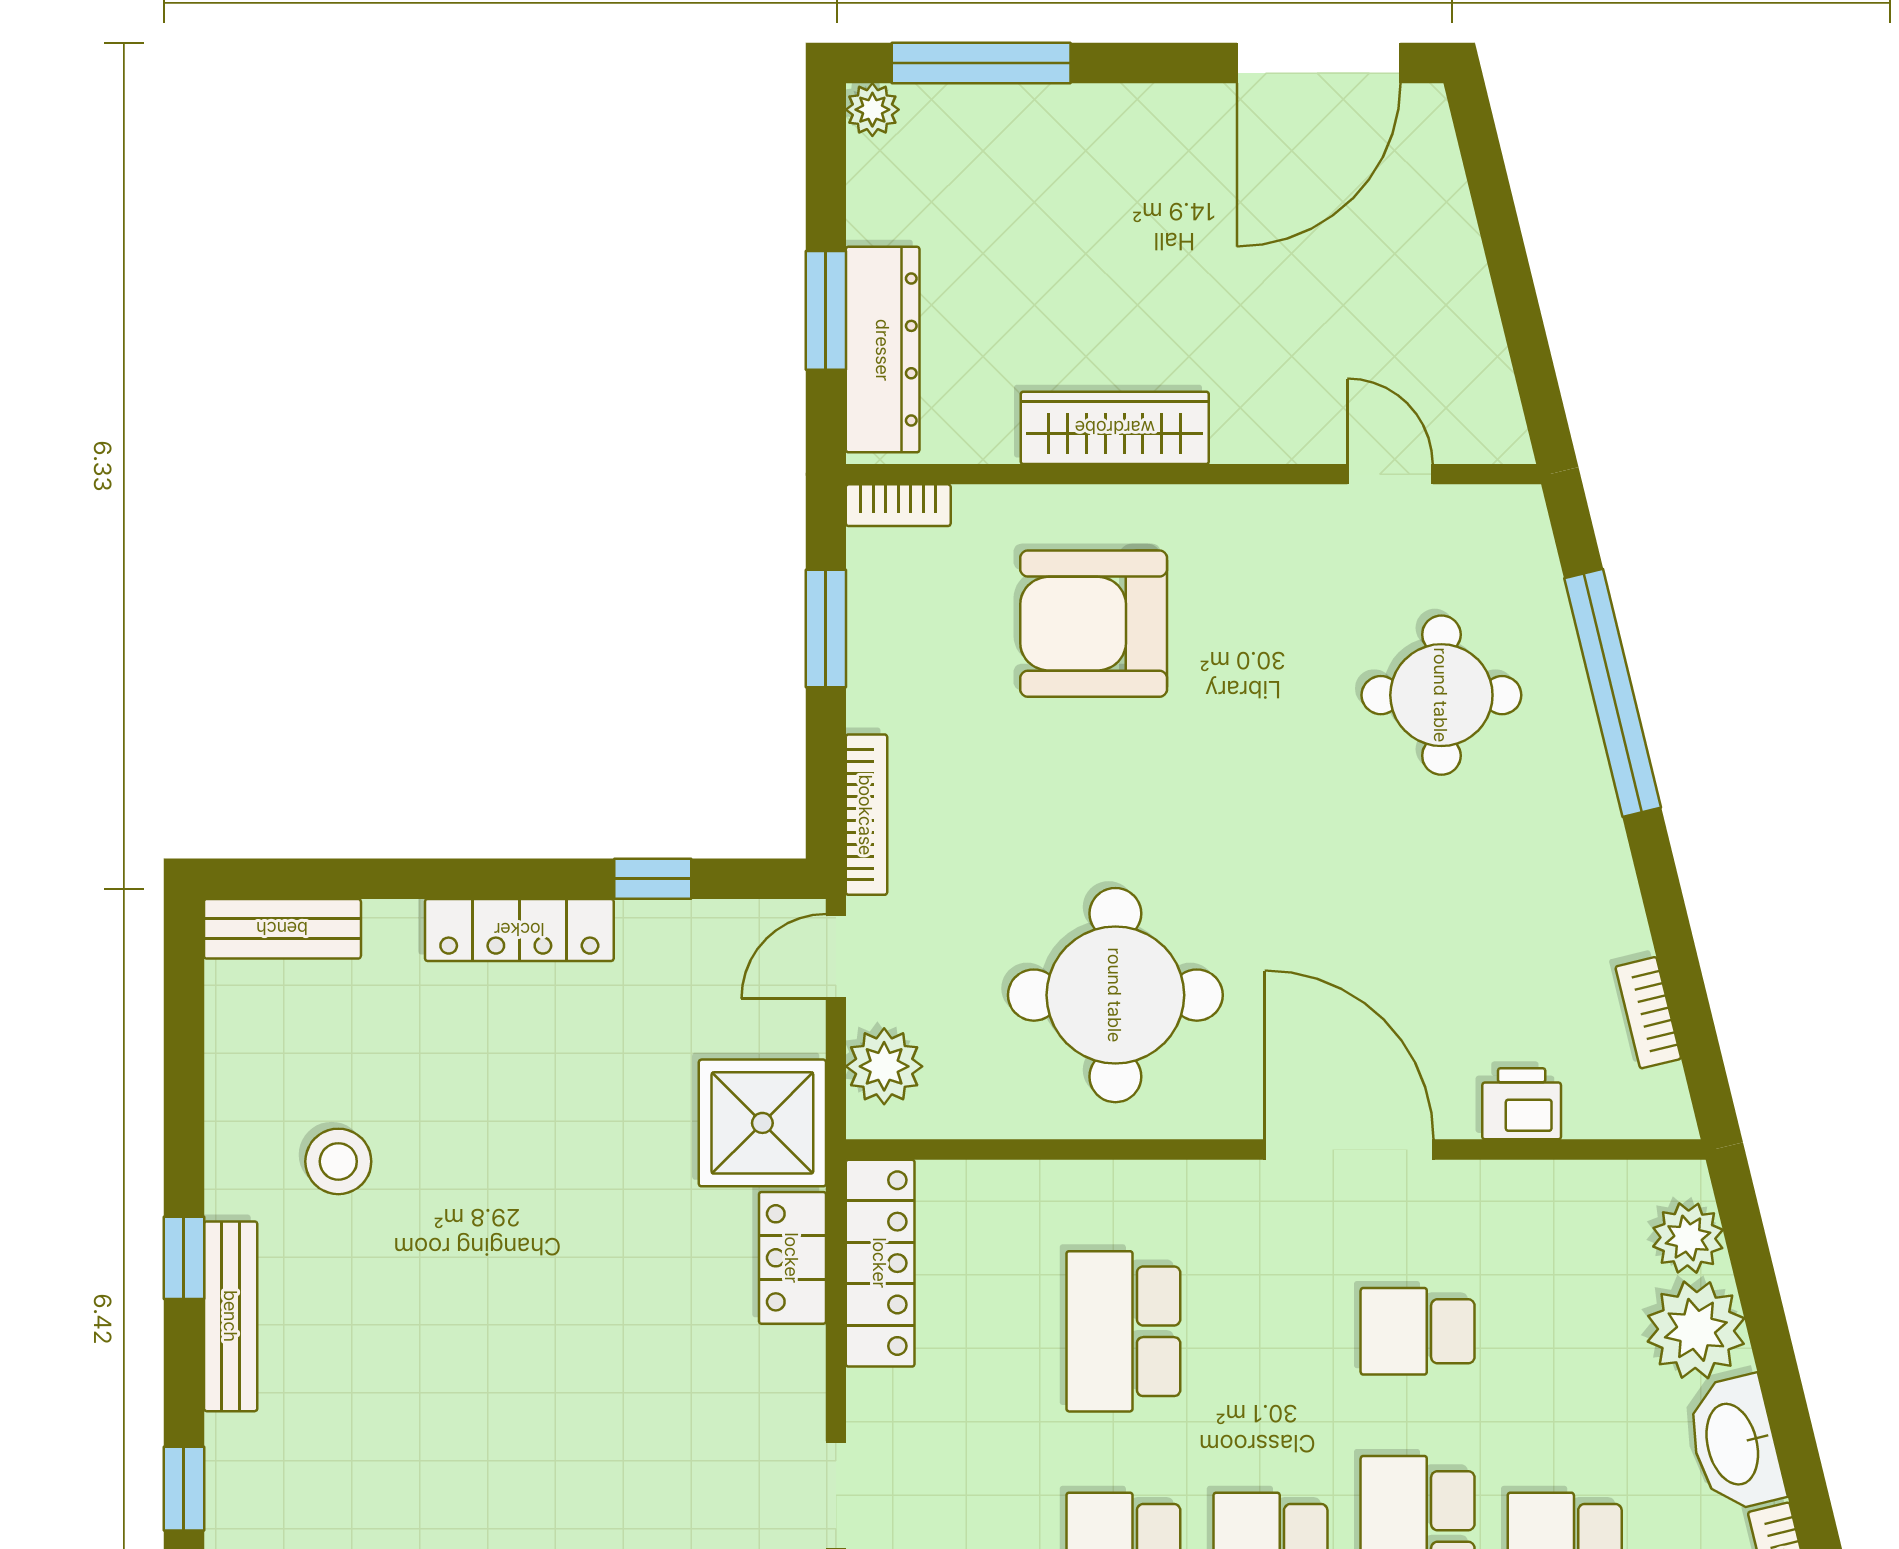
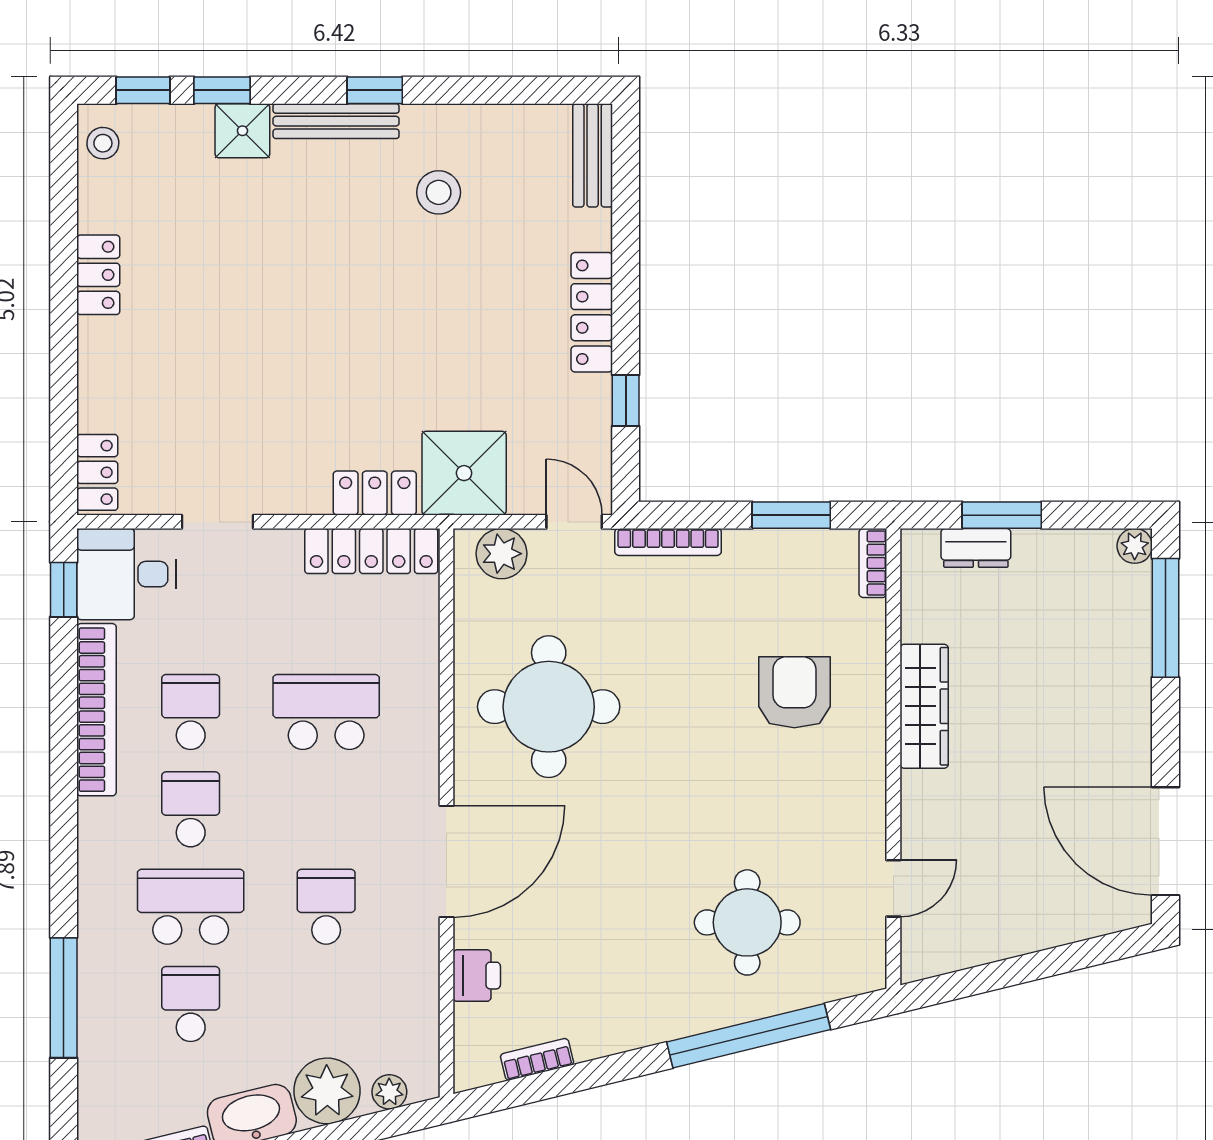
dresser: (883, 350) -> (976, 548), width x0.51, depth x0.80
armchair: (1094, 624) -> (794, 692), width x0.73, depth x0.73
plant: (1688, 1238) -> (389, 1092), width x0.73, depth x0.73
shower: (245, 1458) -> (242, 131), added

